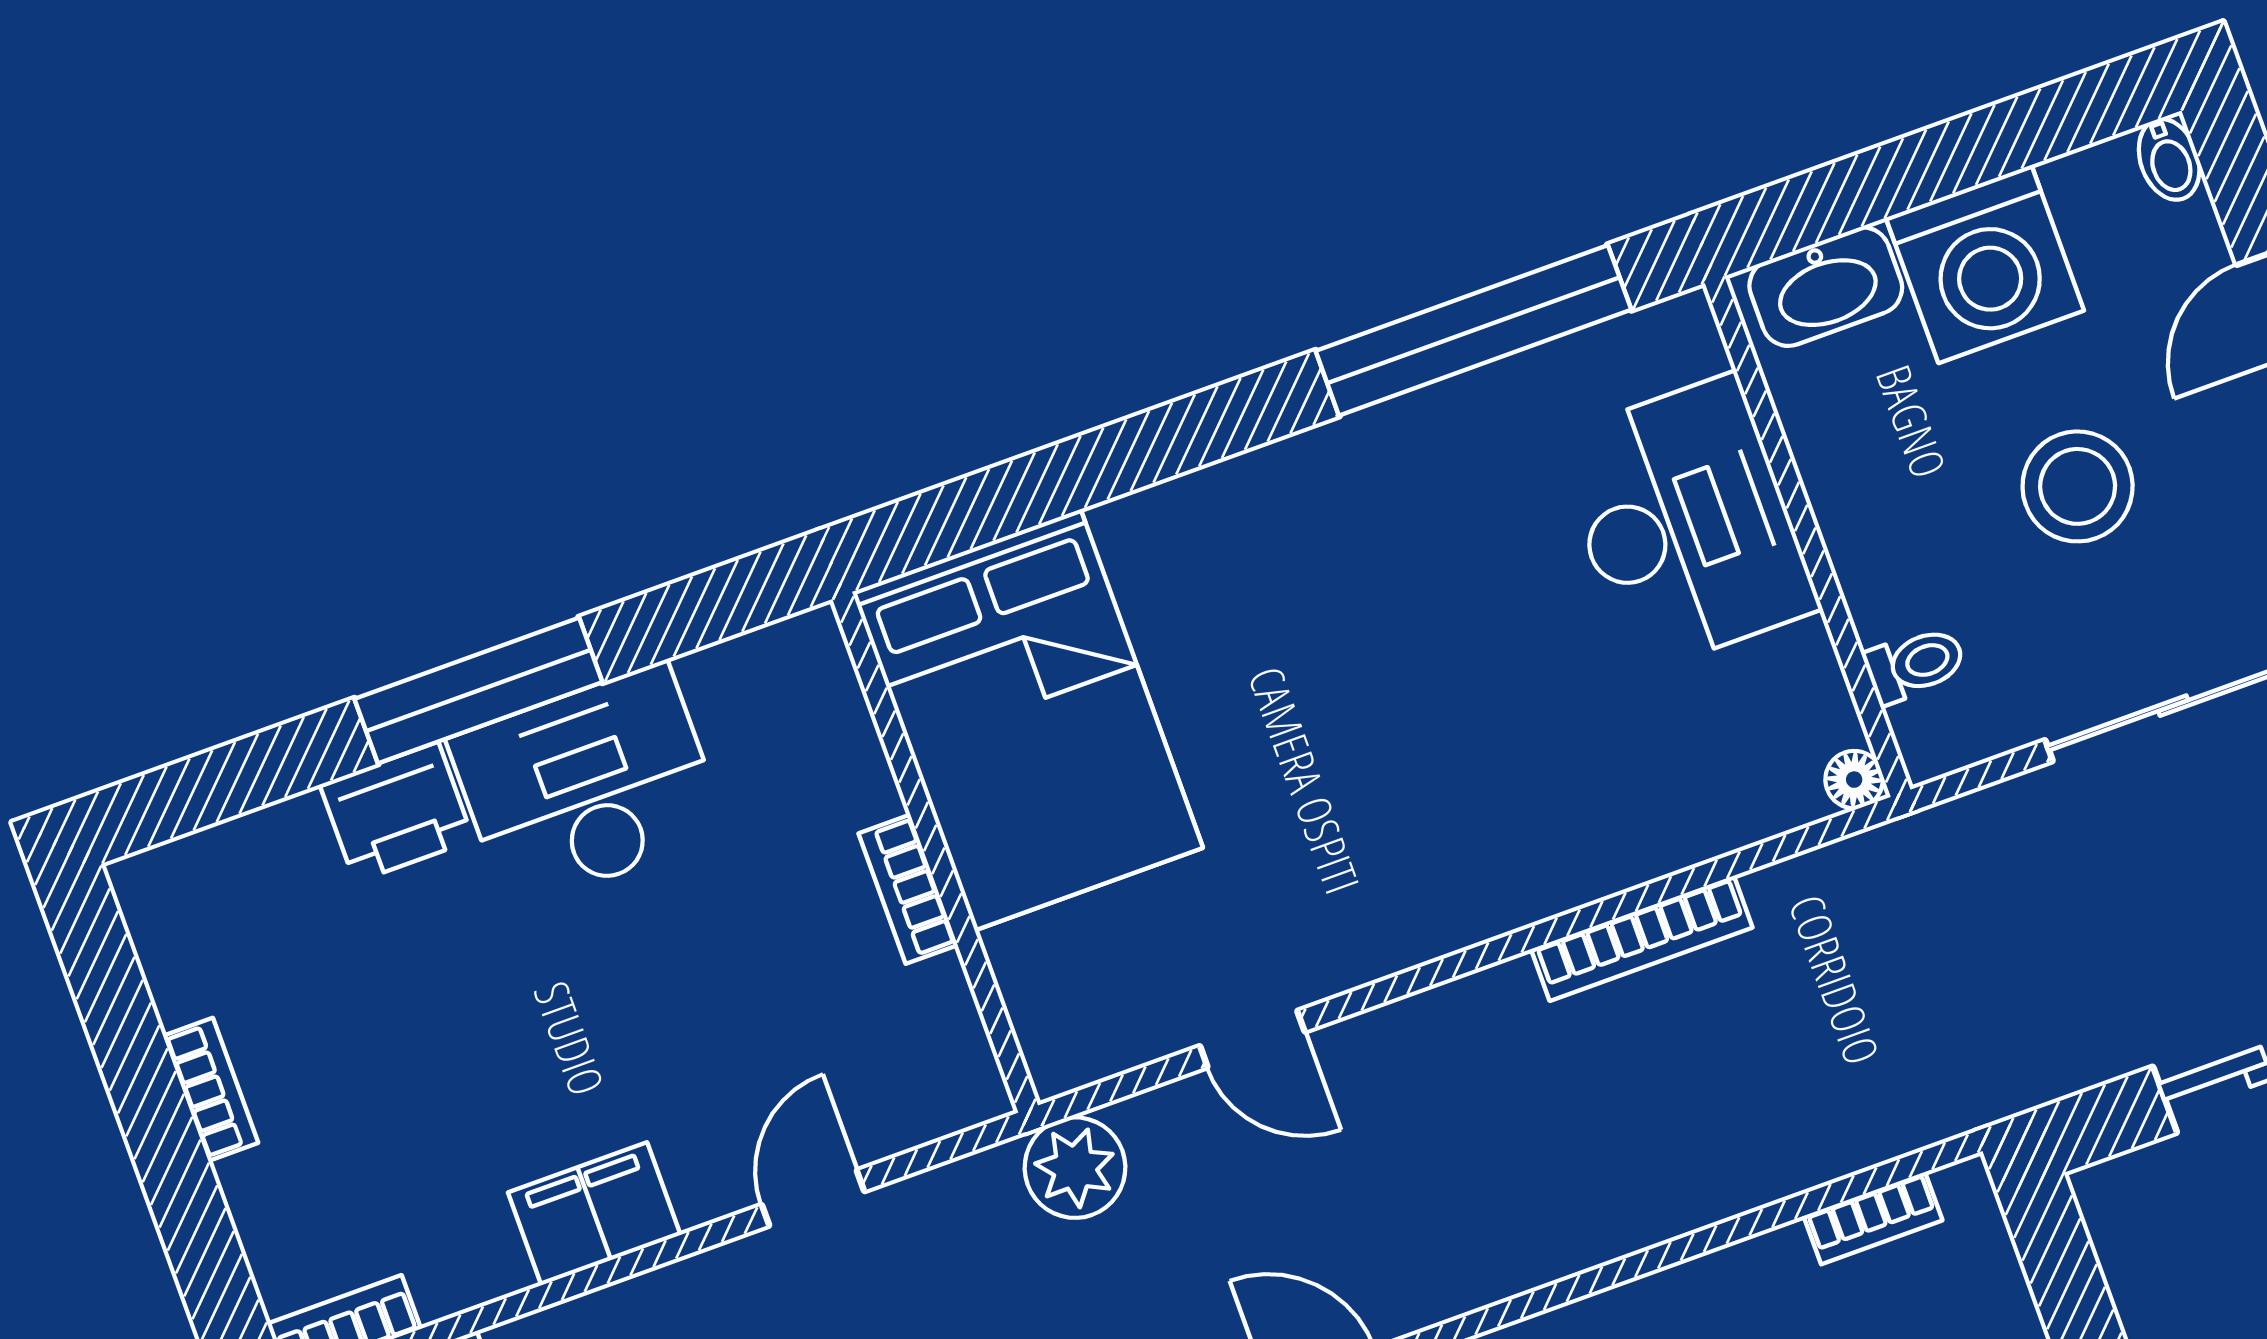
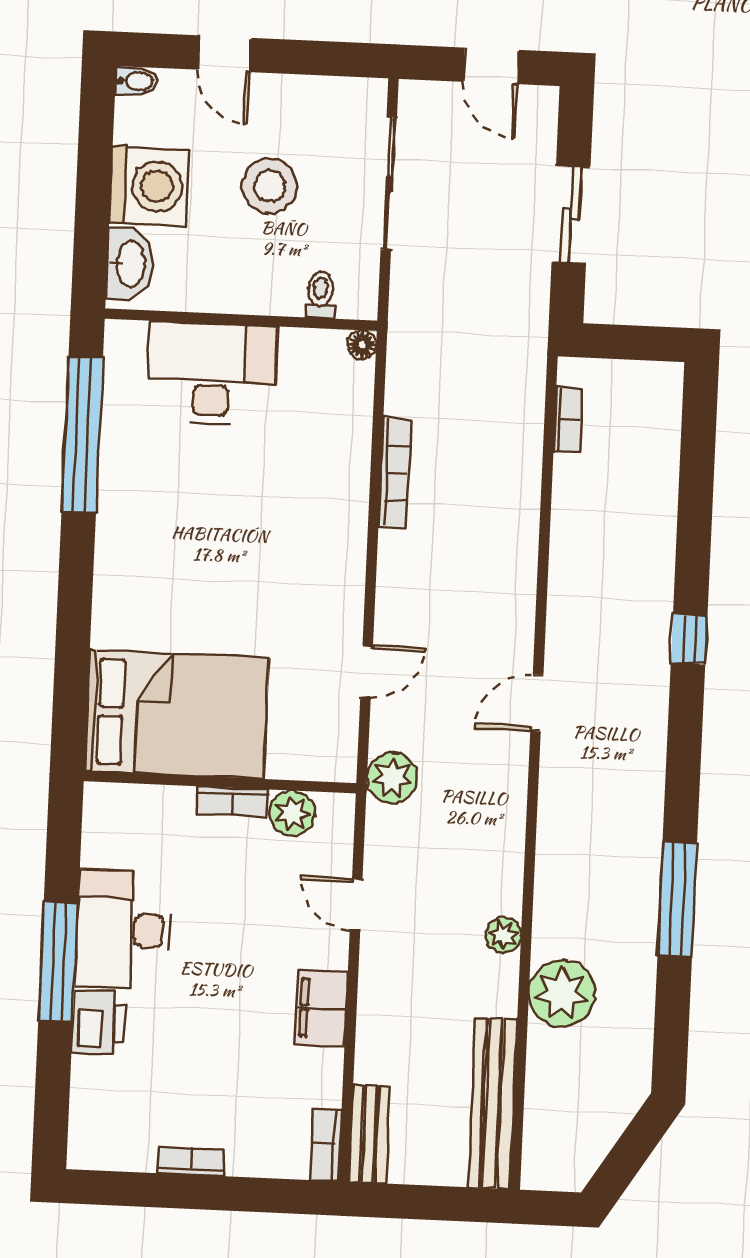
plant: (933, 1009) -> (292, 813), added

